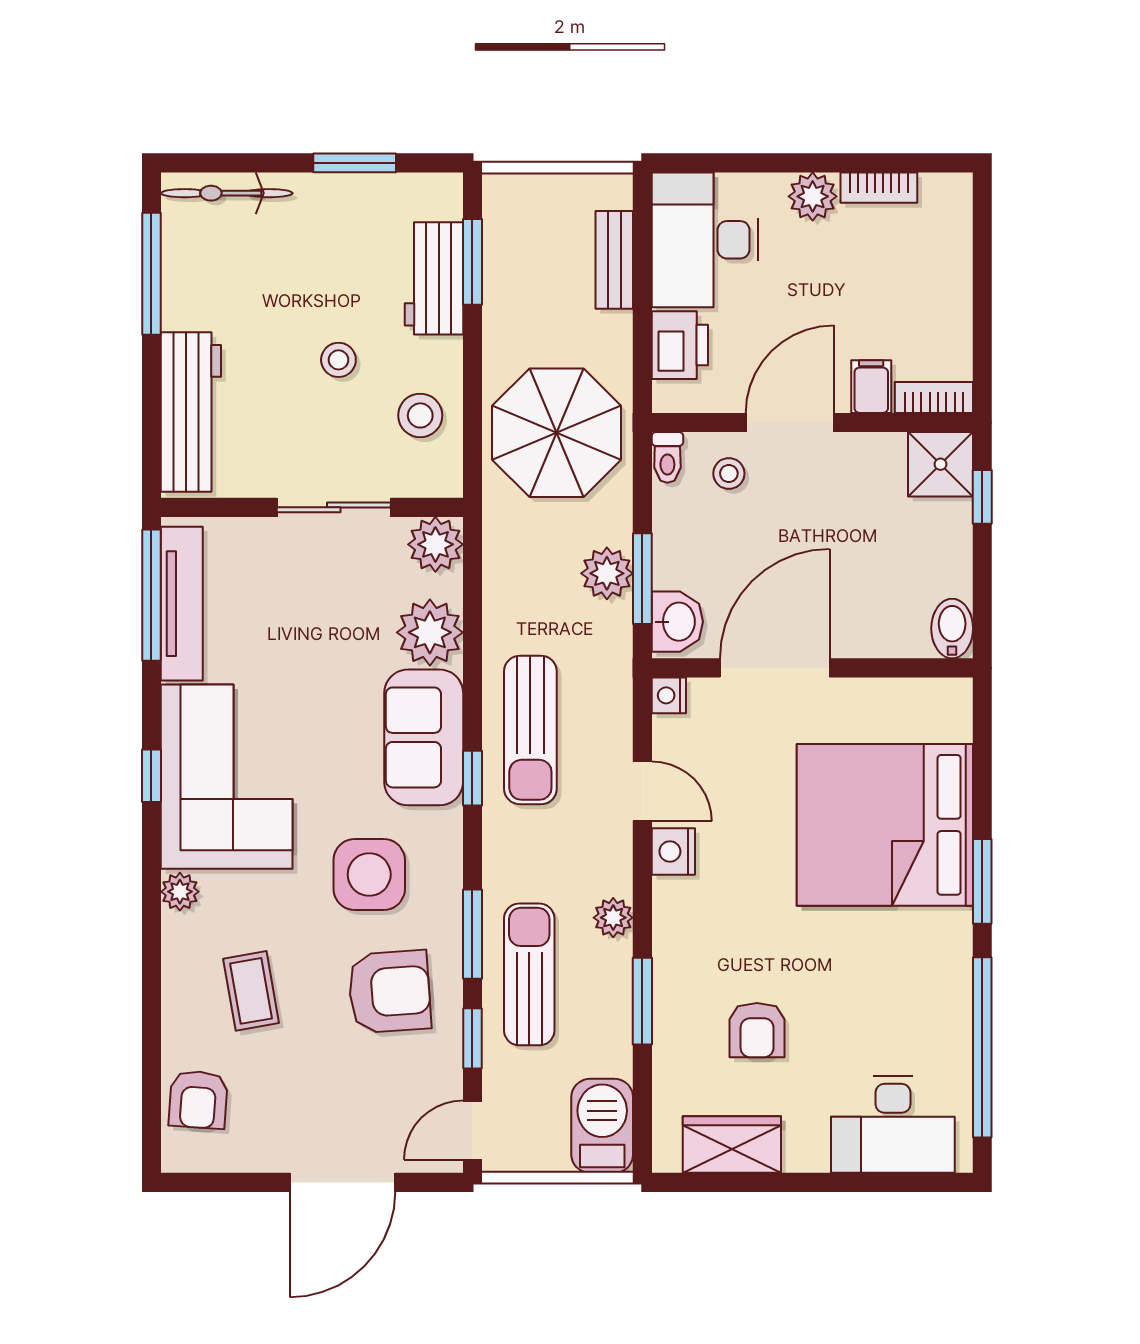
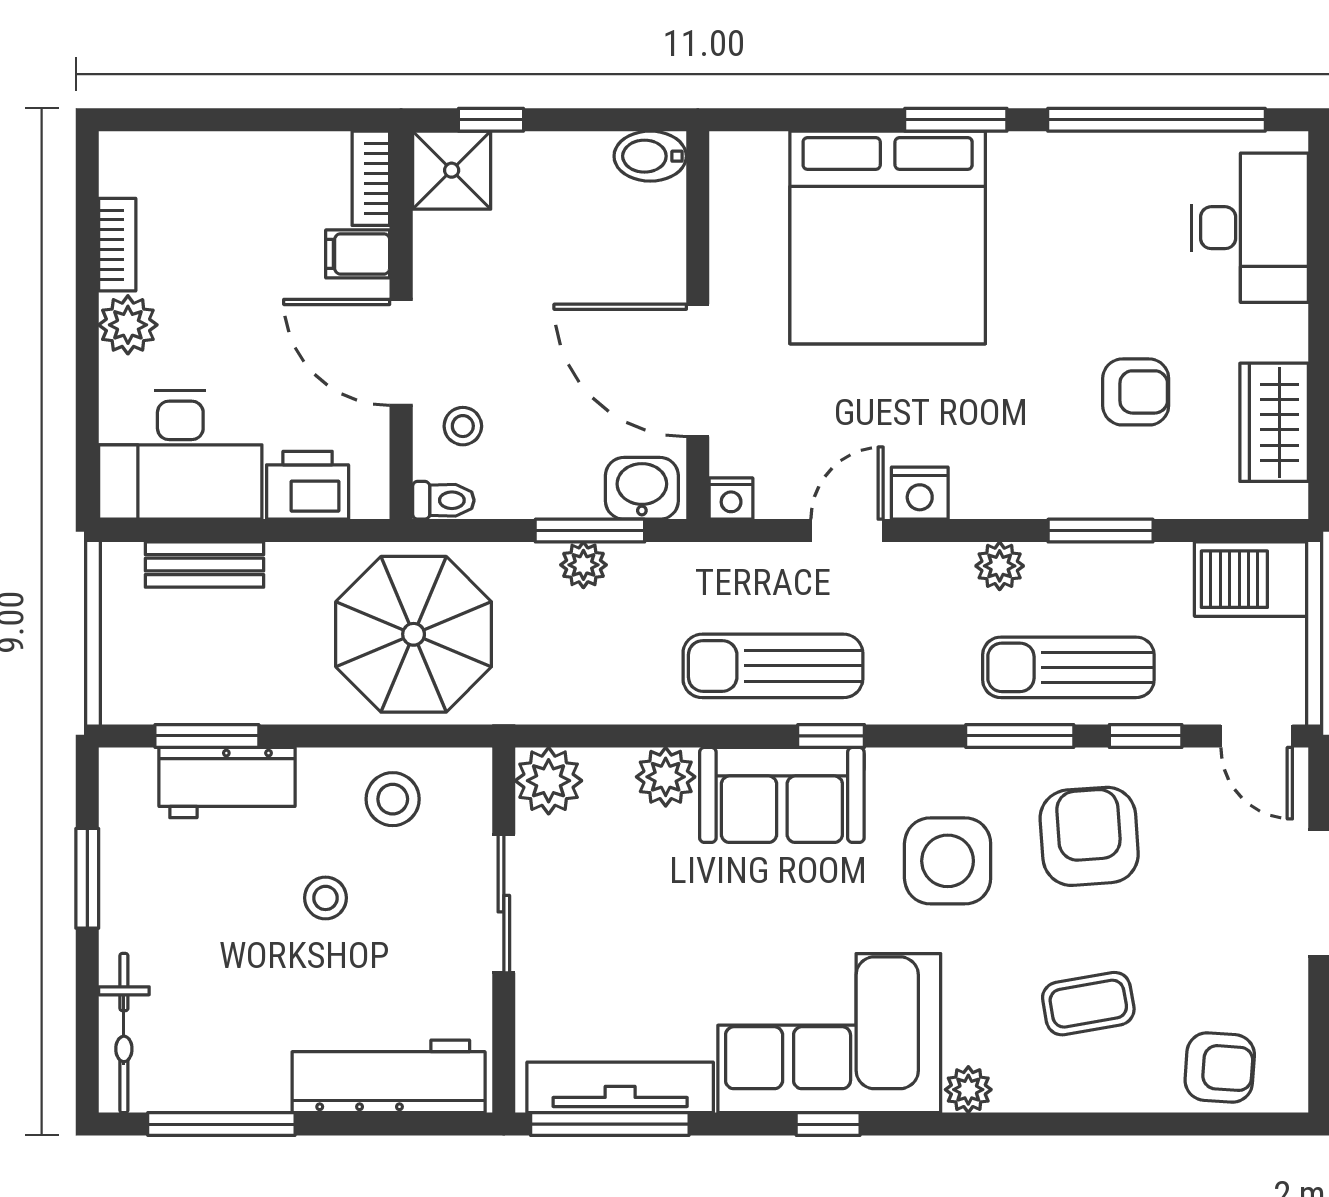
plant: (607, 573) -> (583, 565), width x0.73, depth x0.73
plant: (430, 632) -> (666, 777), width x0.73, depth x0.73
sun lounger: (530, 730) -> (773, 666), turned 180

